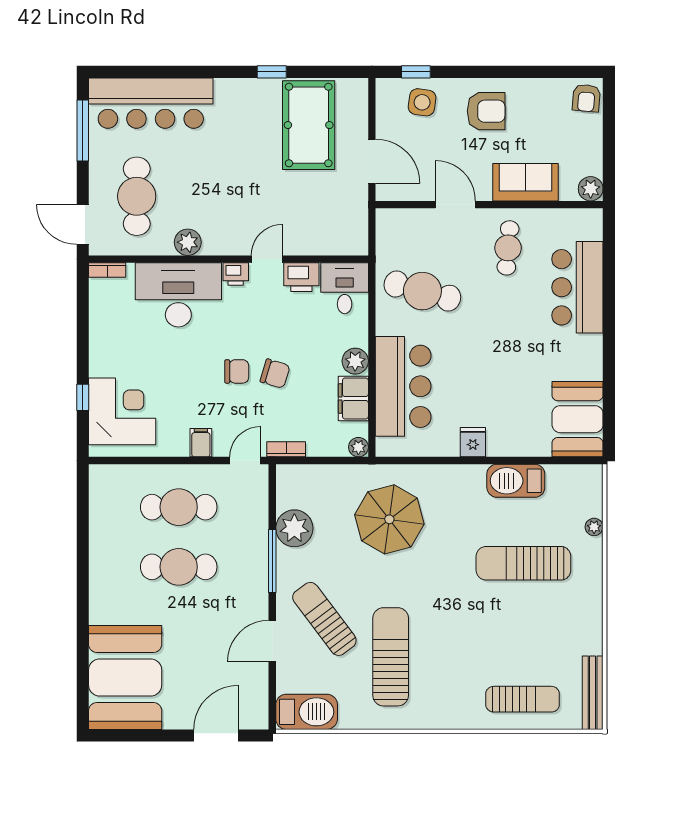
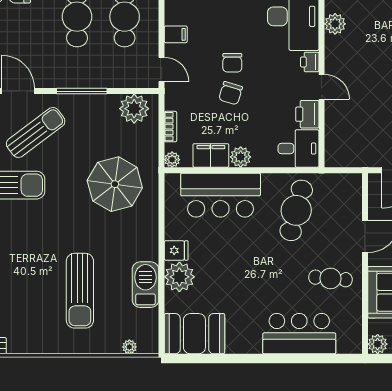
plant: (506, 438) -> (179, 277), added
bookcase: (286, 449) -> (171, 127), moved
plant: (594, 527) -> (129, 347), moved
plant: (294, 528) -> (134, 109), moved
sun lounger: (523, 563) -> (80, 291), turned 180

